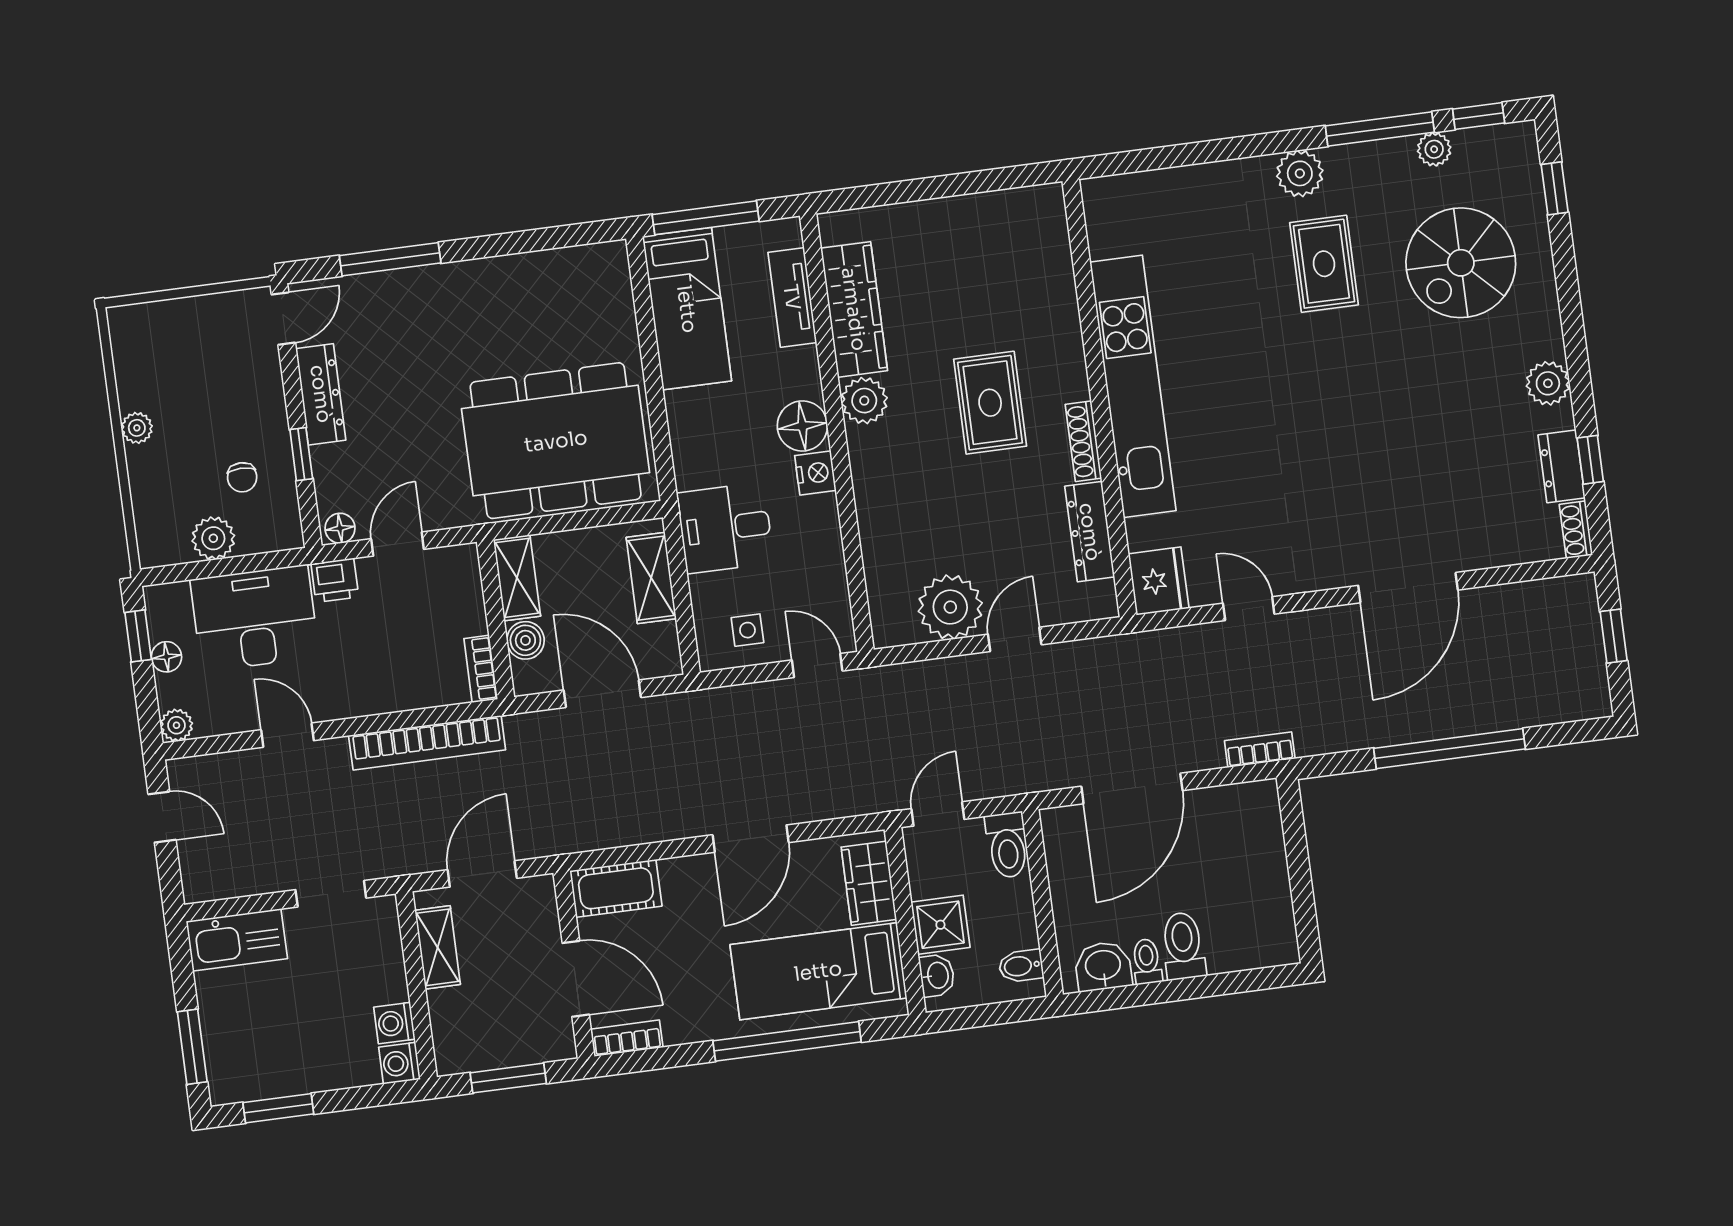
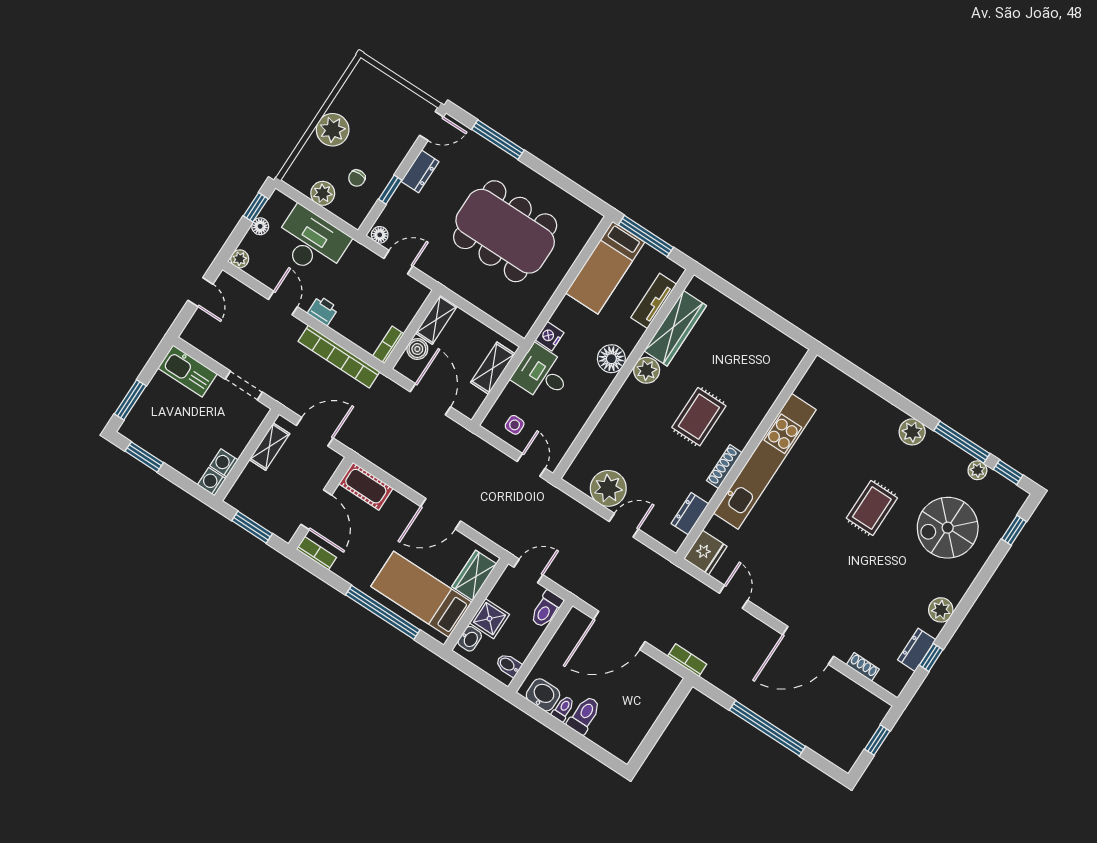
rug: (1324, 264) -> (872, 508), moved
dresser: (321, 394) -> (420, 171), width x0.70
plant: (137, 428) -> (333, 130), width x1.88, depth x1.88
dining table: (556, 441) -> (505, 231), moved
nightstand: (815, 473) -> (550, 336), moved, turned 180
shoe rack: (1576, 530) -> (863, 667), moved, turned 90
dresser: (1090, 532) -> (690, 514), width x0.70
printer: (335, 580) -> (323, 311), moved, turned 180

